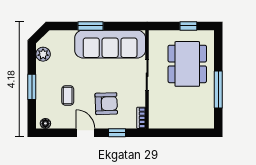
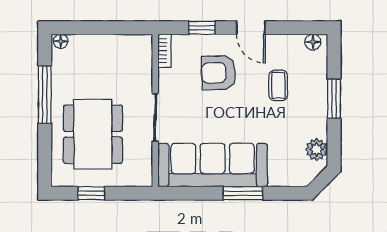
floor lamp: (208, 124) -> (61, 41), added

